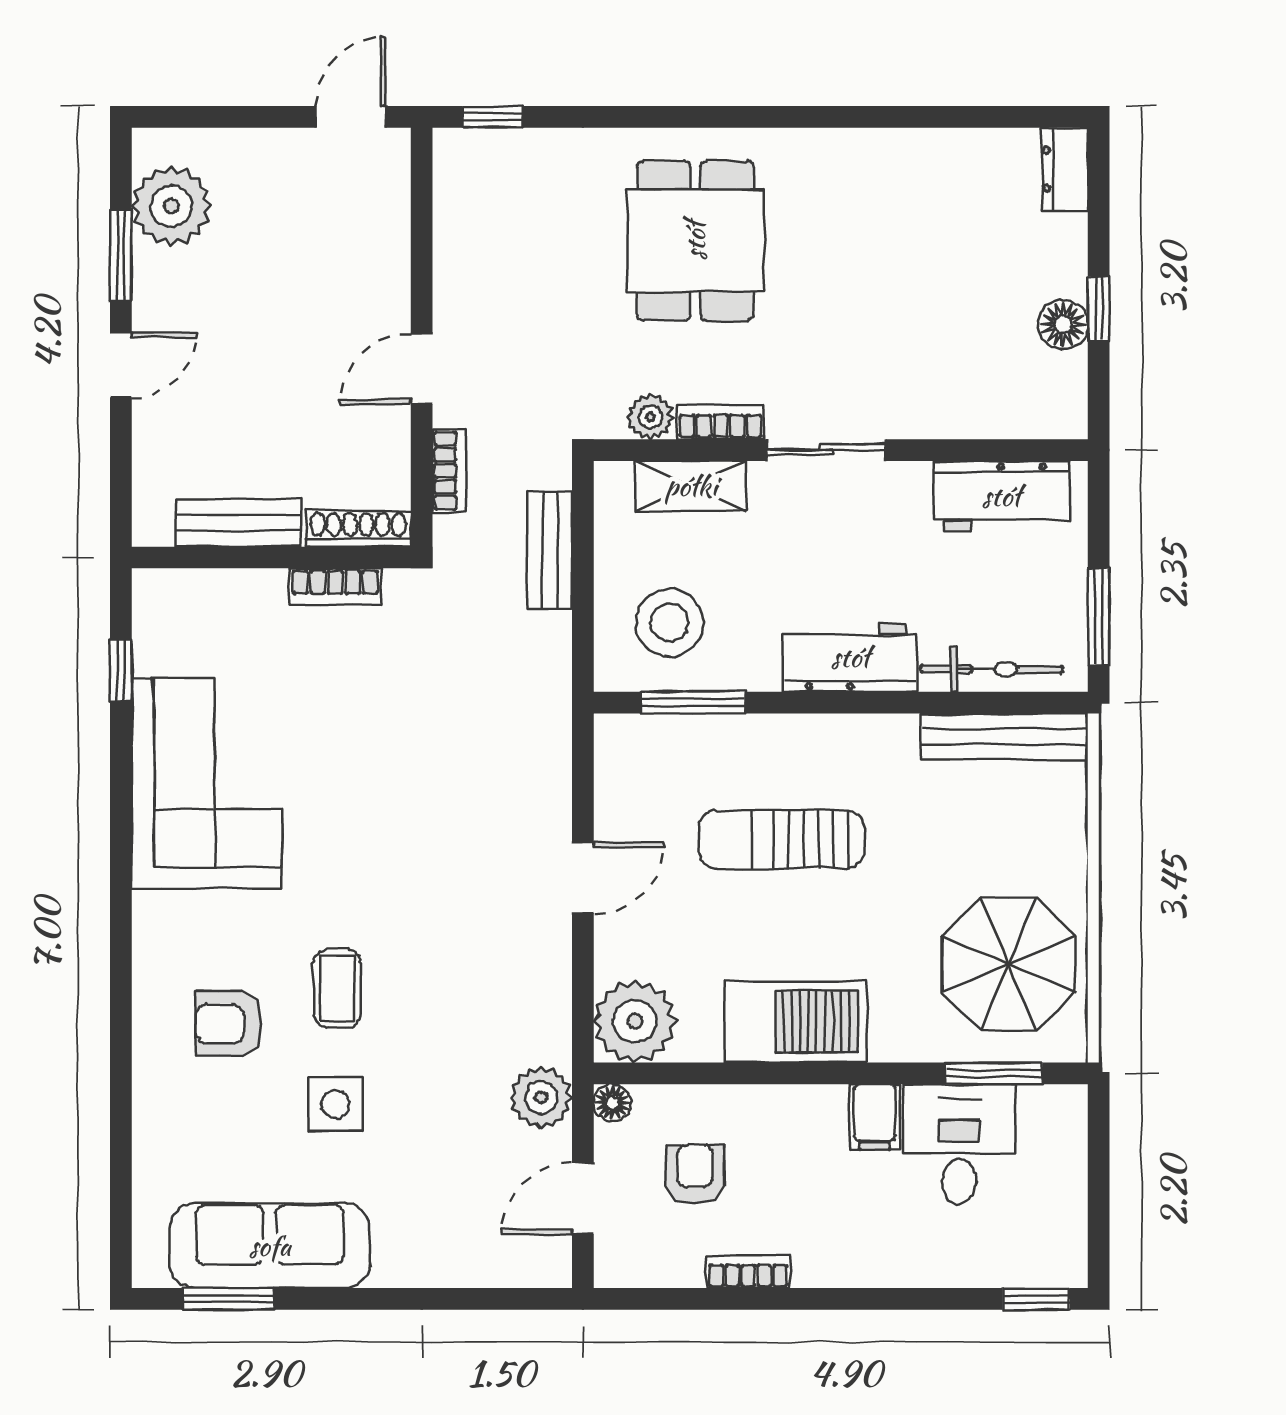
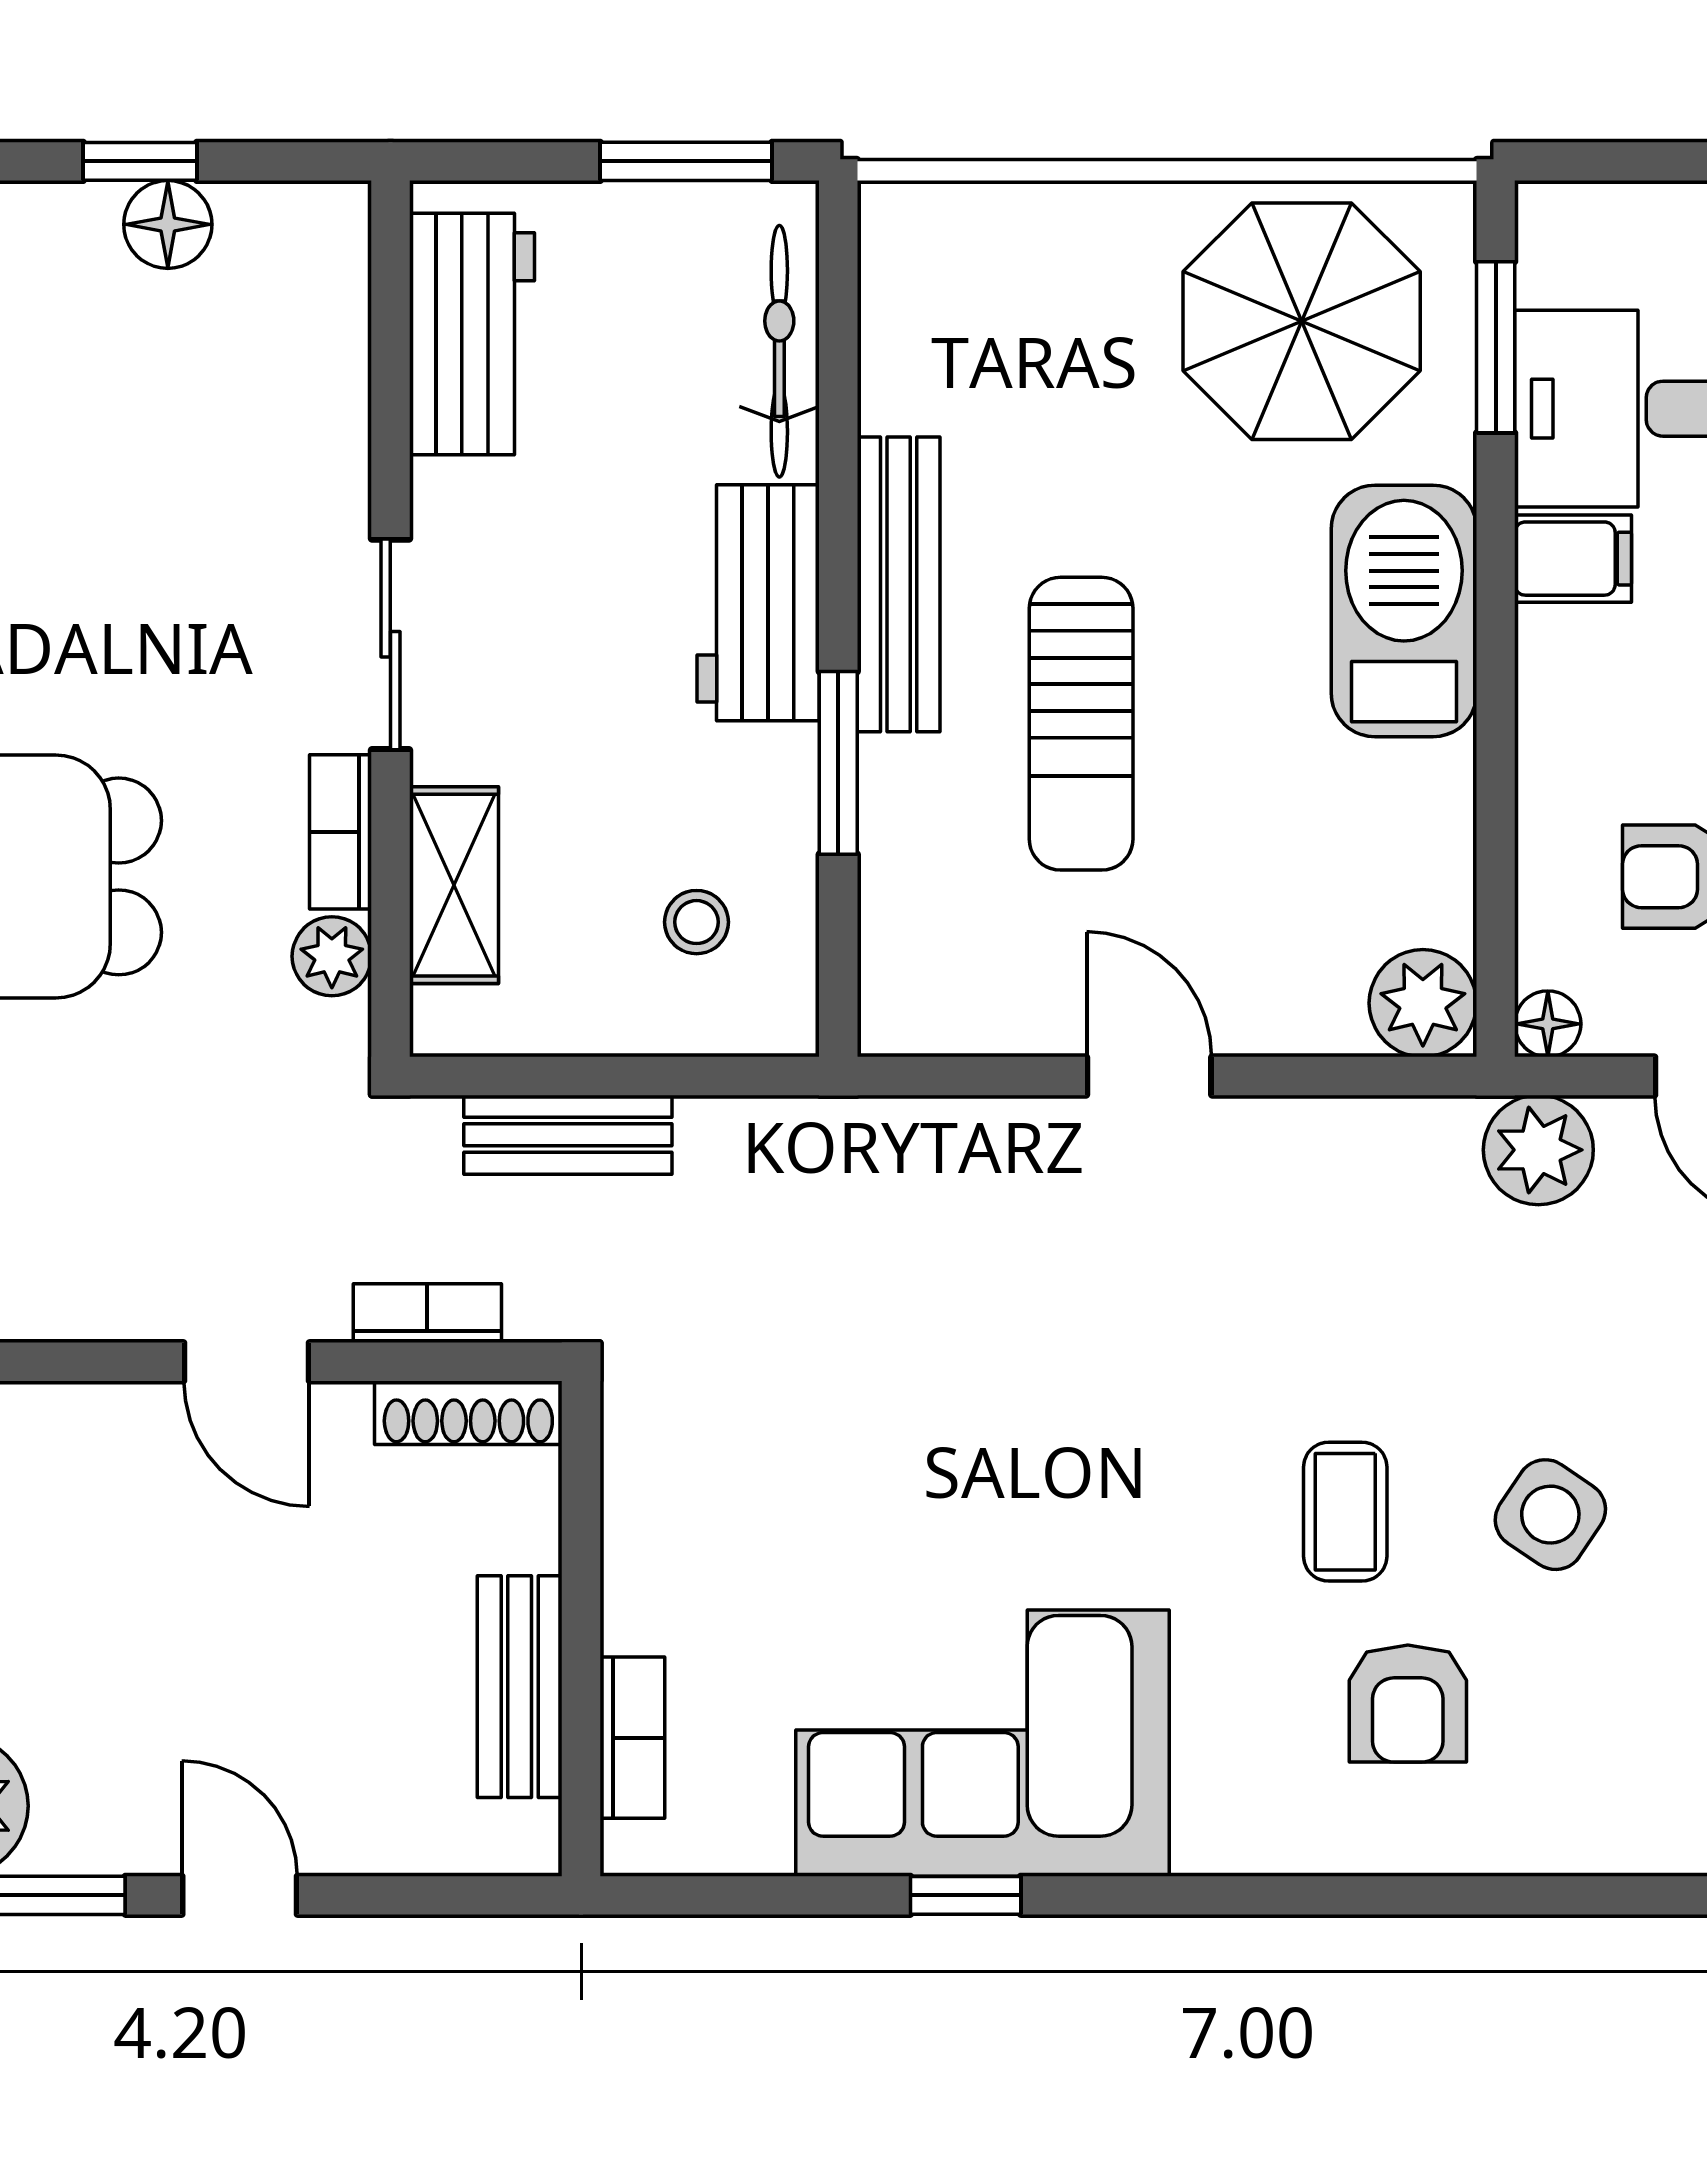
shoe rack: (358, 529) -> (468, 1413), moved, turned -90
bookcase: (335, 586) -> (632, 1738), moved
stool: (670, 623) -> (696, 922), width x0.53, depth x0.53
window: (121, 671) -> (966, 1895), moved
window: (693, 703) -> (838, 763), moved
bench: (1005, 737) -> (899, 584), moved
coffee table: (337, 988) -> (1345, 1512), turned 90
plant: (635, 1021) -> (1423, 1003), width x0.73, depth x0.73
barbecue: (796, 1022) -> (1404, 611), moved
side table: (336, 1104) -> (1550, 1515), turned 34

